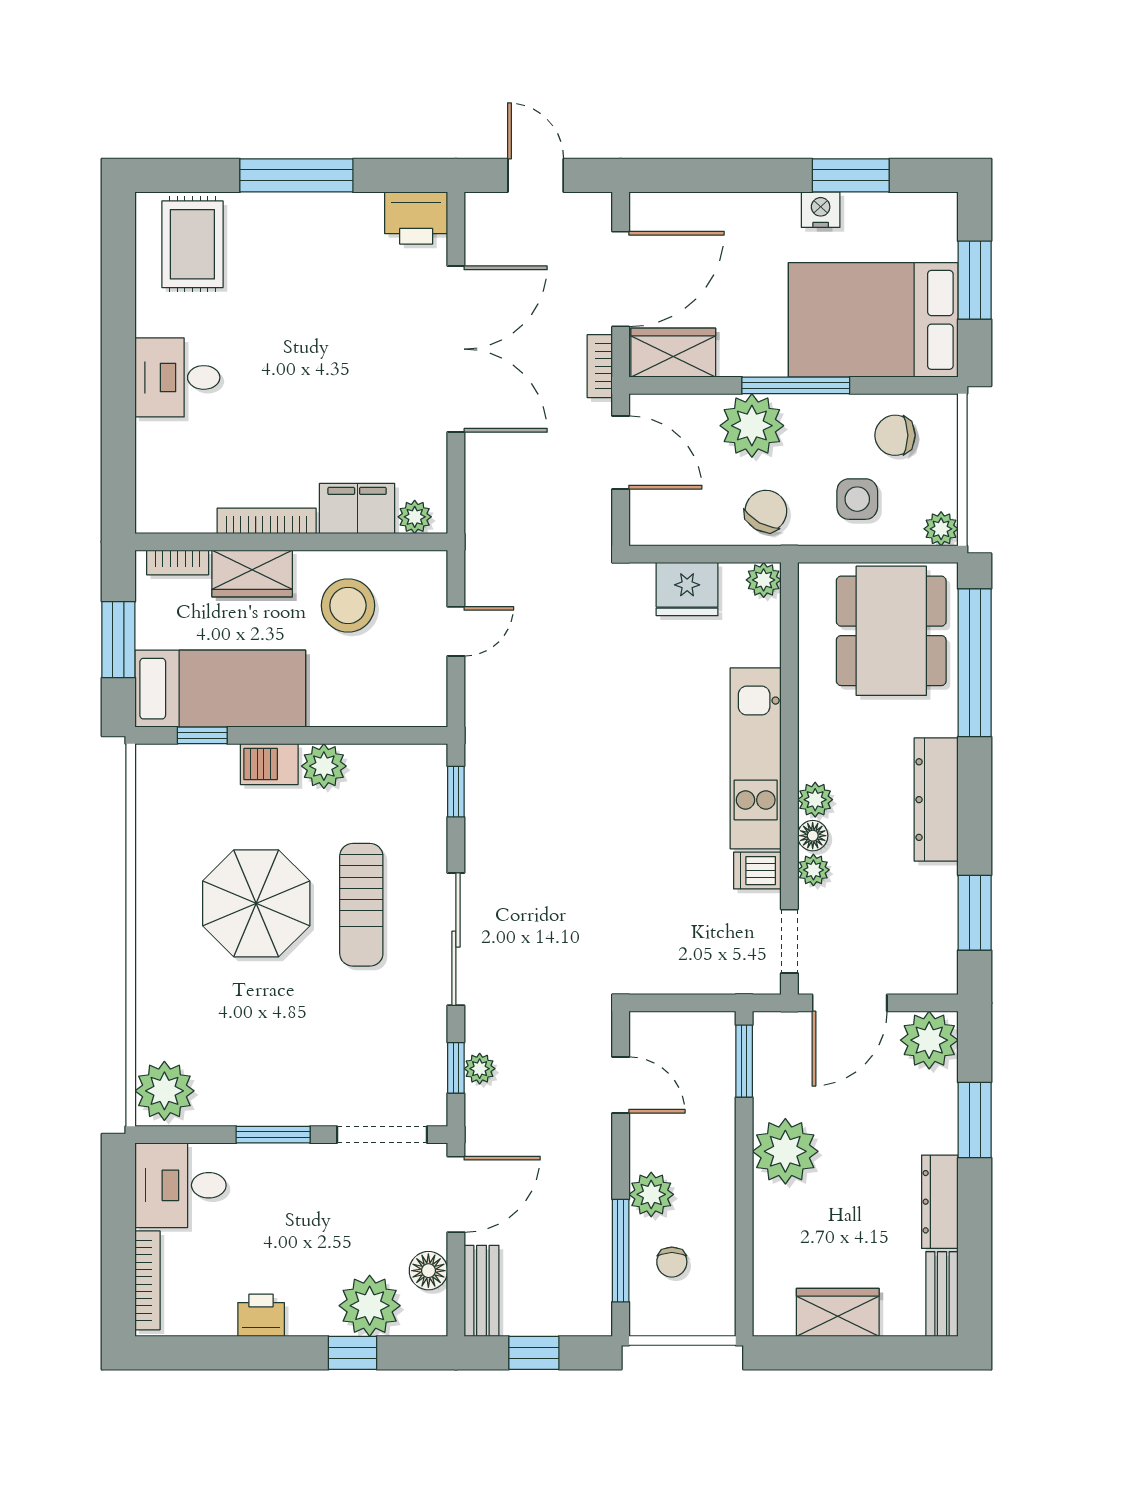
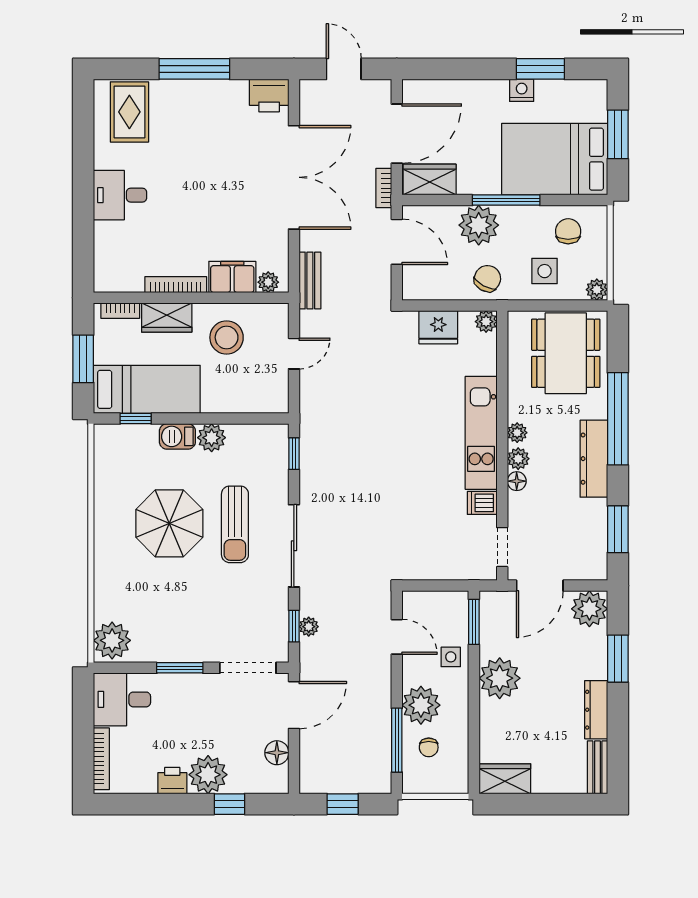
chair: (895, 435) -> (568, 231), turned 90
window: (975, 663) -> (618, 419), moved
plant: (813, 870) -> (517, 433), moved
side table: (707, 1117) -> (451, 657), added
plant: (651, 1194) -> (421, 705), width x1.36, depth x1.36
bench: (482, 1291) -> (310, 281), moved
plant: (370, 1306) -> (208, 775), moved
wardrobe: (838, 1312) -> (505, 779), moved

